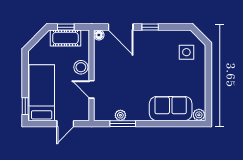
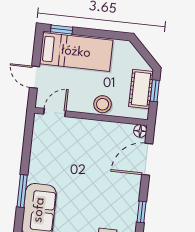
window: (150, 27) -> (142, 212), moved
door: (92, 89) -> (55, 112), moved
plant: (120, 115) -> (37, 147), removed
window: (123, 124) -> (22, 191), moved

